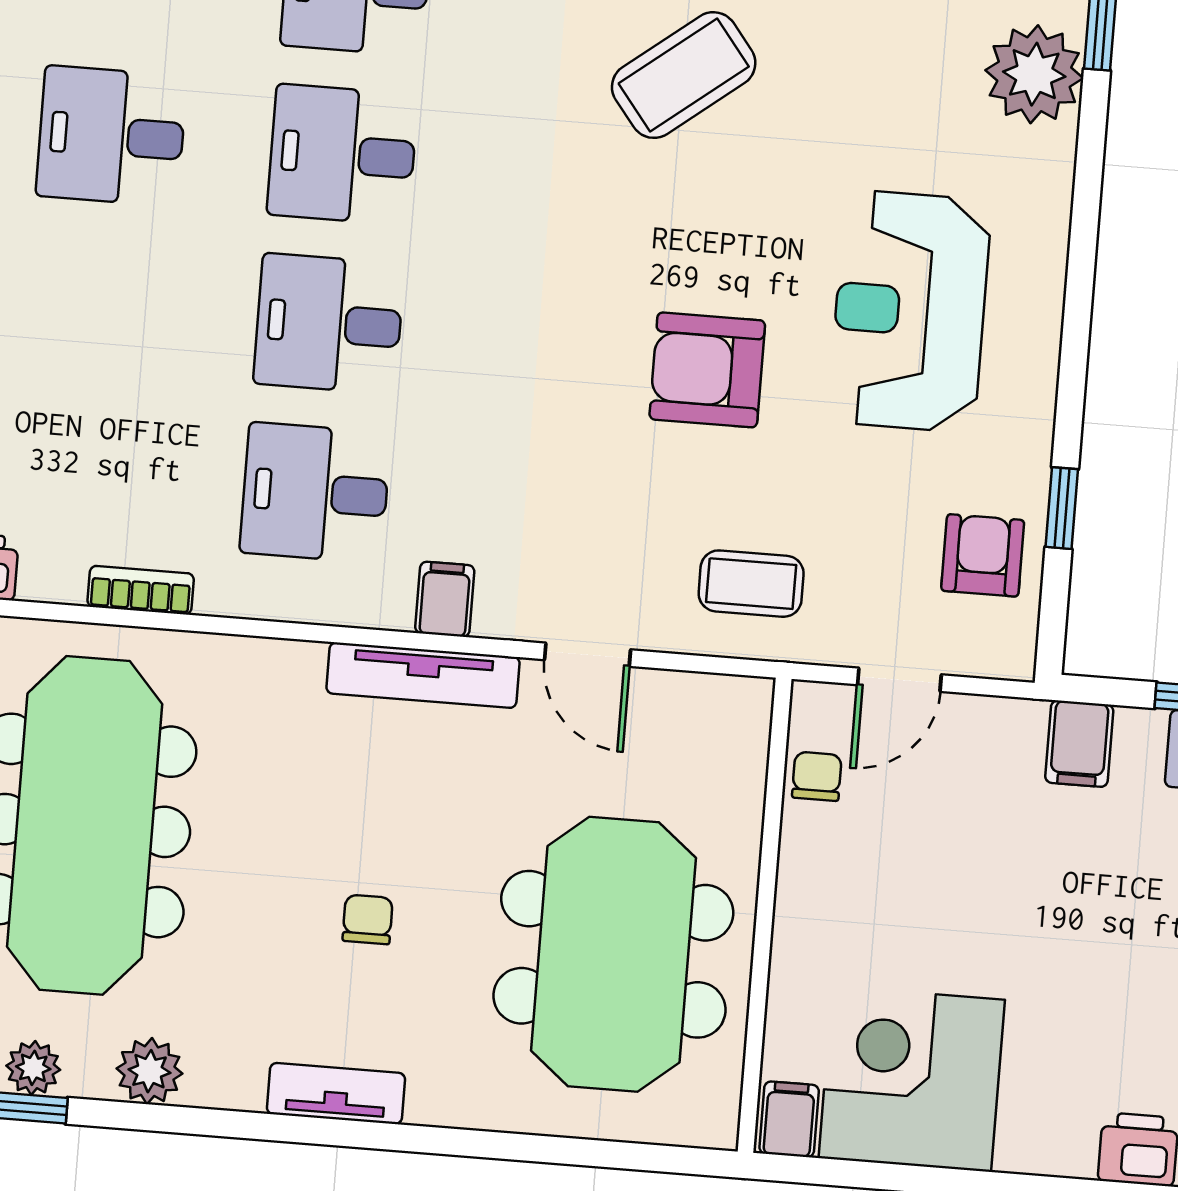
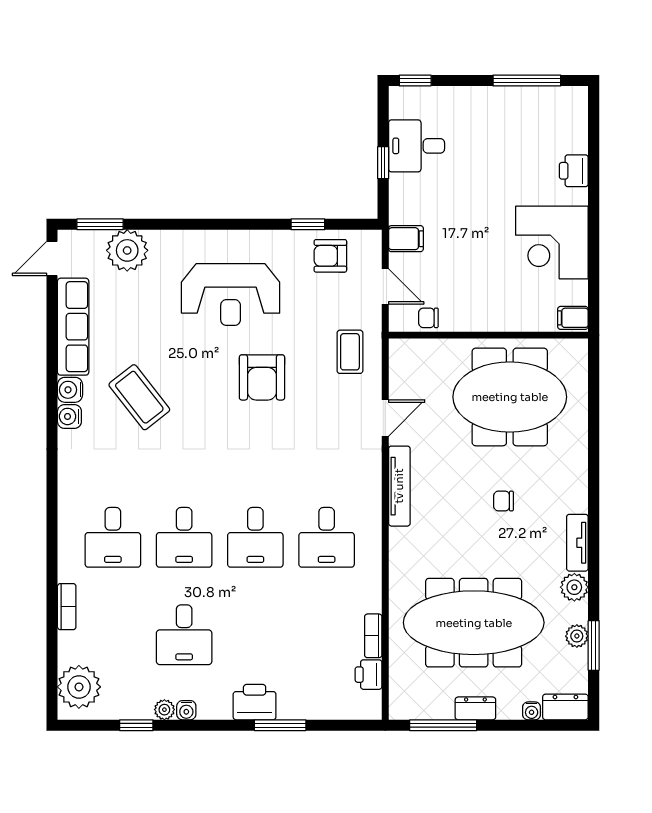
bookcase: (141, 590) -> (373, 636), moved
filing cabinet: (445, 599) -> (367, 480), removed
filing cabinet: (1079, 744) -> (406, 239), moved
corner desk: (912, 1079) -> (552, 242), moved
tv unit: (336, 1093) -> (577, 543), moved

